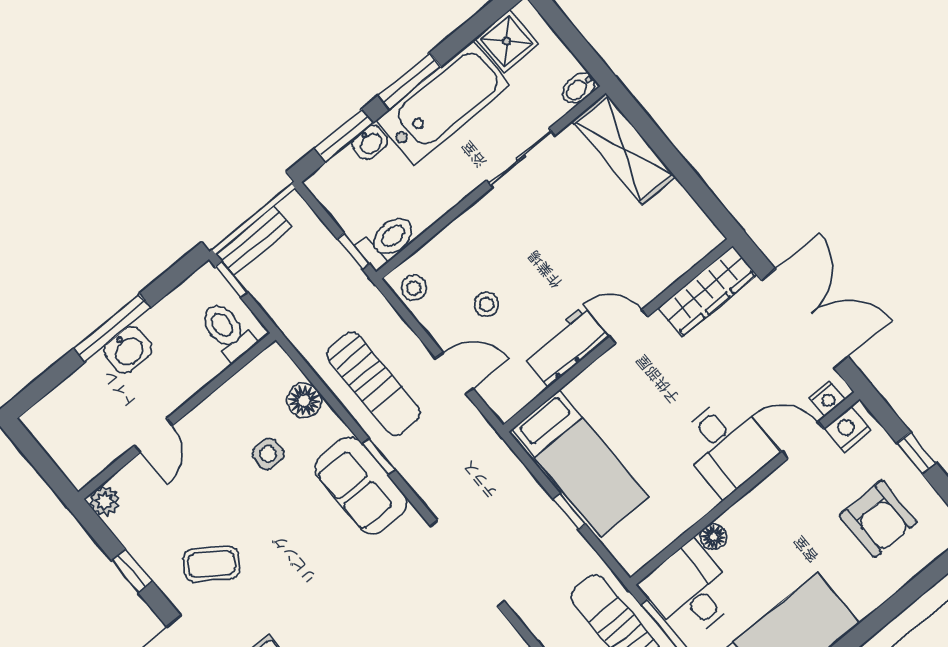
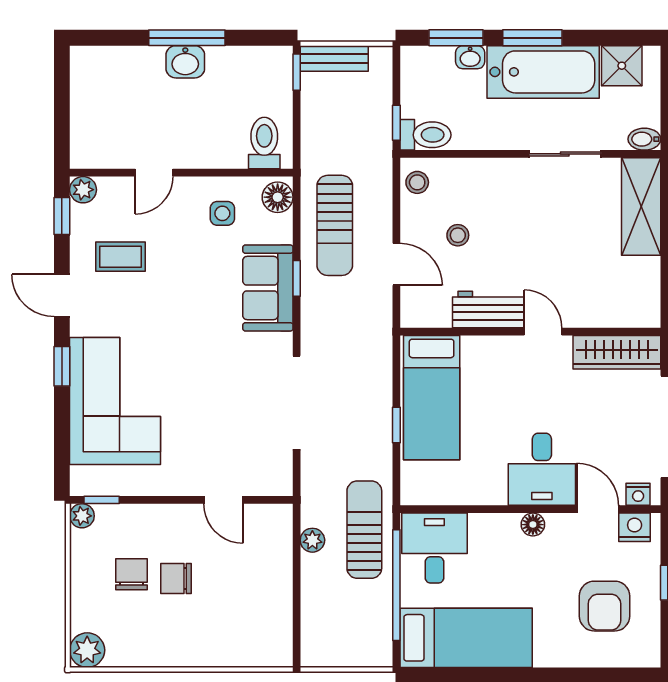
toilet: (227, 331) -> (264, 143), moved
wall: (177, 416) -> (181, 173), moved
door: (153, 435) -> (154, 173), moved
plant: (105, 501) -> (83, 190), moved
floor lamp: (713, 537) -> (533, 525), moved
coffee table: (211, 564) -> (120, 257), turned -35

